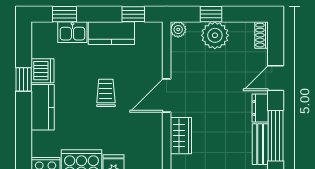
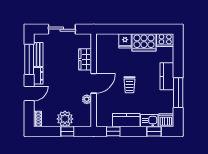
plant: (178, 29) -> (87, 99), moved
dishwasher: (43, 71) -> (166, 120), moved, turned 90
window: (24, 79) -> (178, 93), width x2.17

